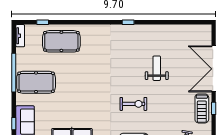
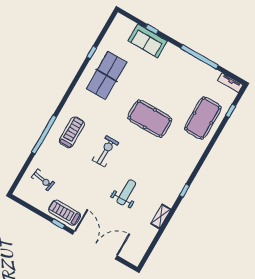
shelving: (160, 29) -> (161, 216), added
weight bench: (157, 68) -> (126, 192), turned -90
pool table: (36, 82) -> (150, 119), moved, turned 90
exercise bike: (133, 104) -> (106, 151), turned 180

